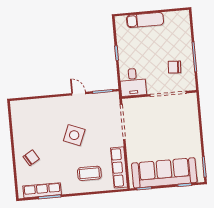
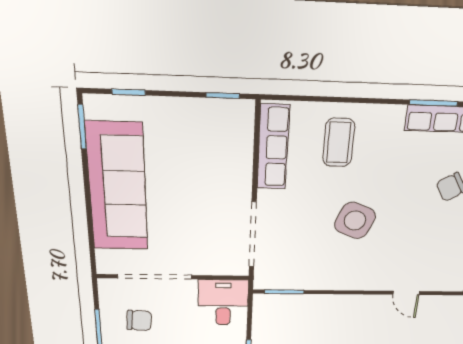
door: (79, 94) -> (406, 293), moved
coffee table: (89, 173) -> (339, 142), turned 90
sofa: (164, 173) -> (117, 188), moved, turned -90

